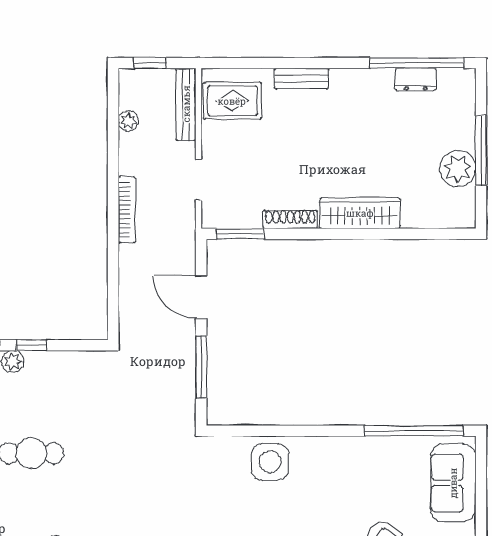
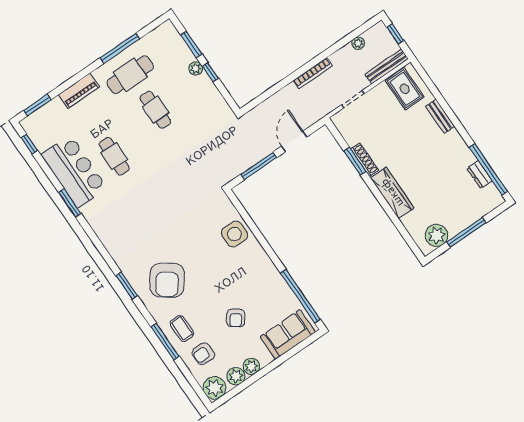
plant: (458, 169) -> (437, 235), moved
window: (240, 234) -> (355, 161), moved

